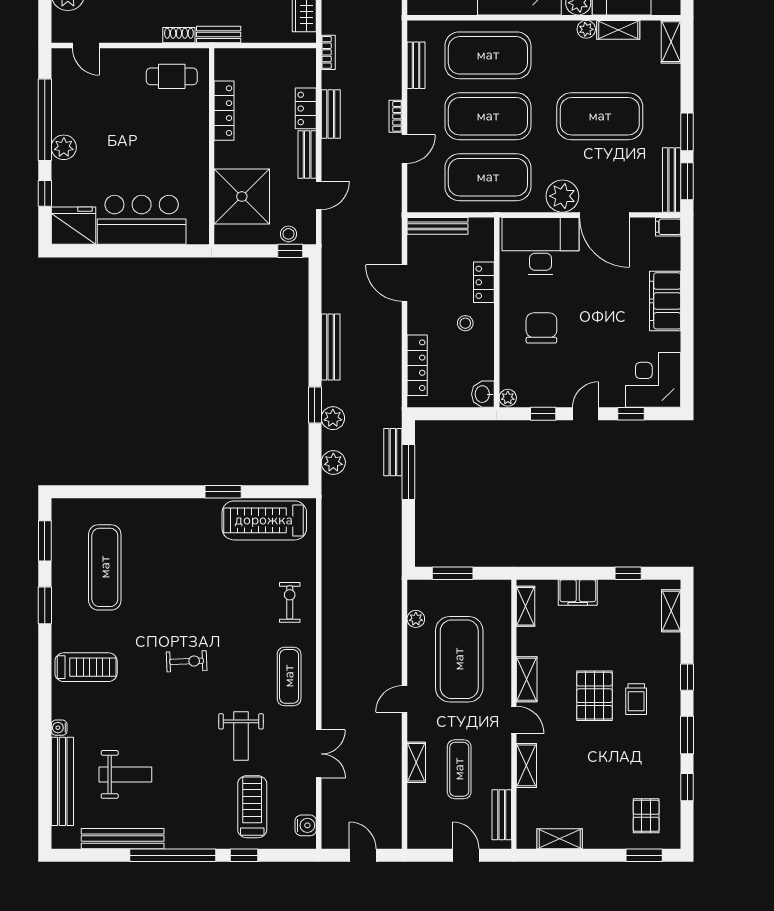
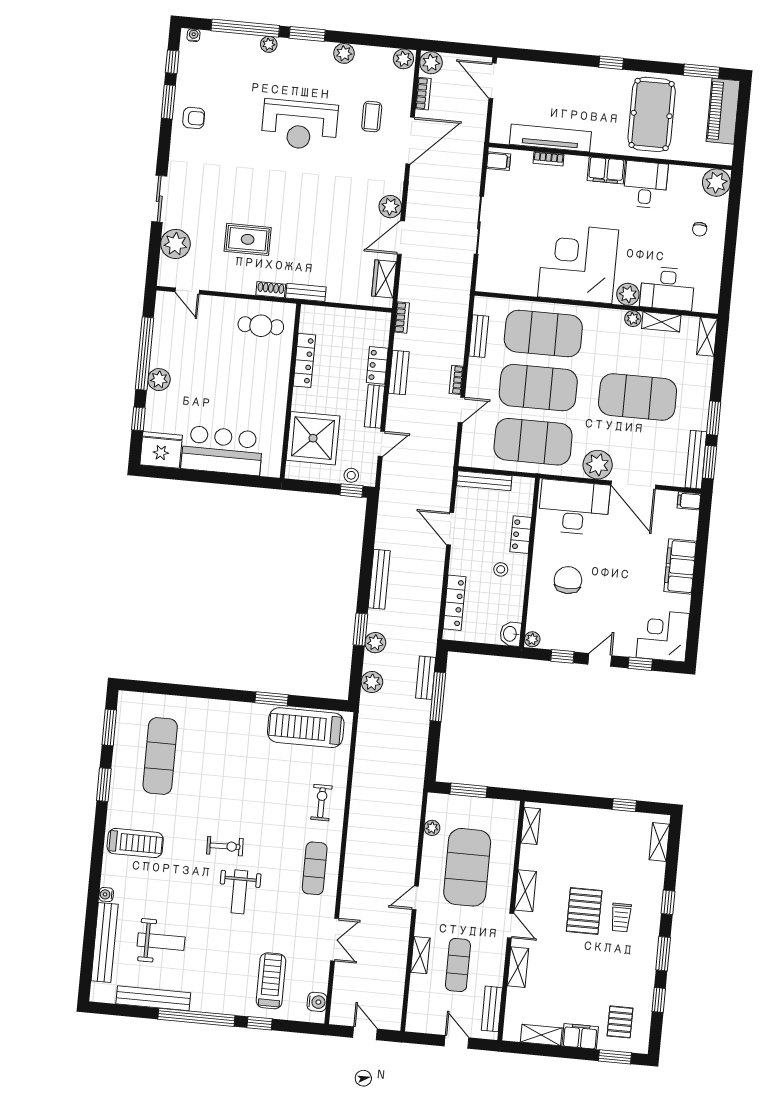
filing cabinet: (578, 593) -> (580, 1036), moved, turned 180
weight bench: (241, 736) -> (239, 892), moved

